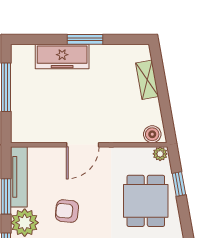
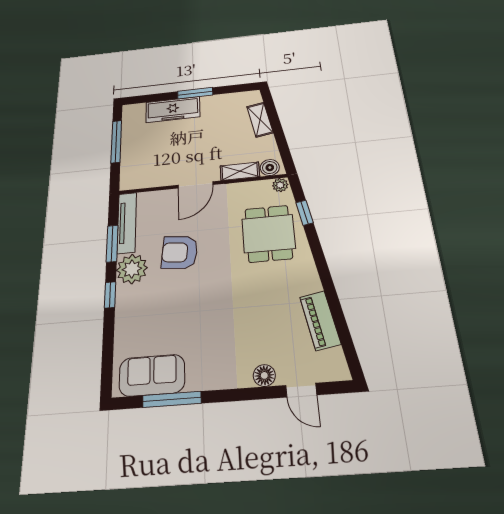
shelving: (124, 135) -> (240, 171), added
armchair: (67, 211) -> (180, 252), width x1.38, depth x1.38

